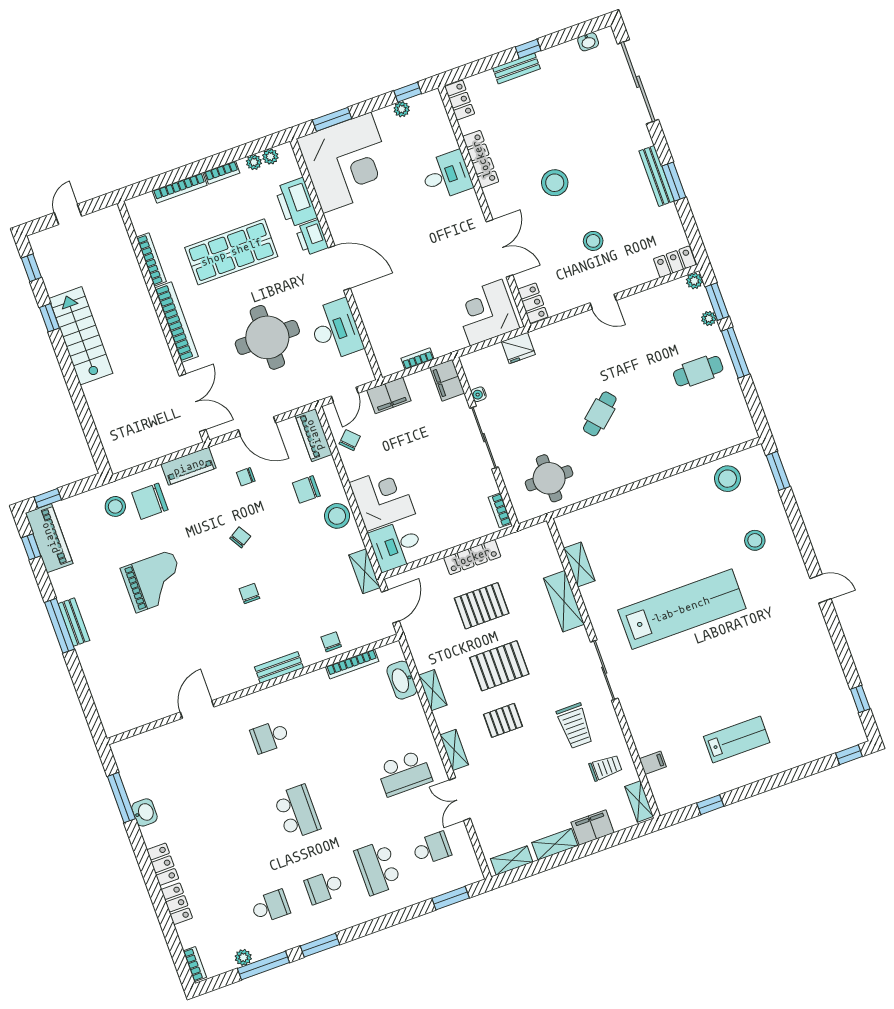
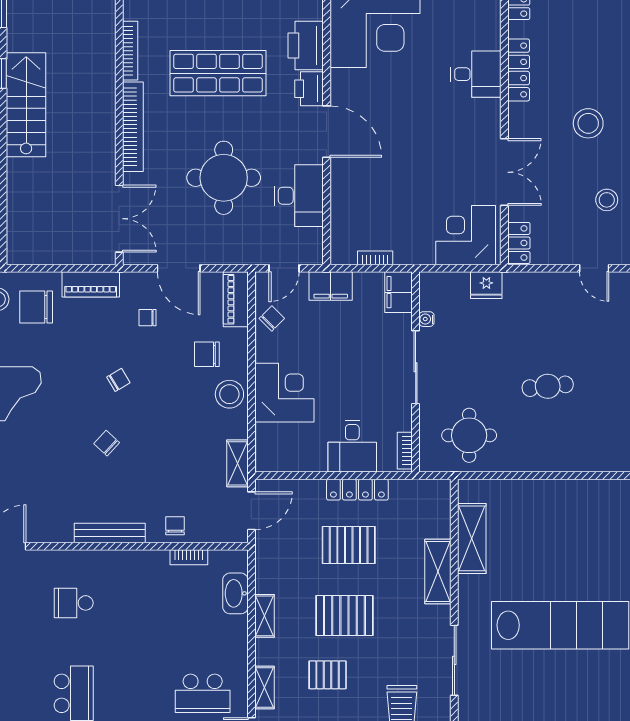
cafe table: (600, 414) -> (548, 386), turned 35
desk: (396, 545) -> (352, 446), moved, turned -90
shelving: (579, 564) -> (472, 538), width x1.50, depth x1.33
chair: (249, 594) -> (107, 443), turned -47
bookcase: (352, 664) -> (189, 557), width x0.64
bench: (279, 667) -> (110, 533), width x1.36

